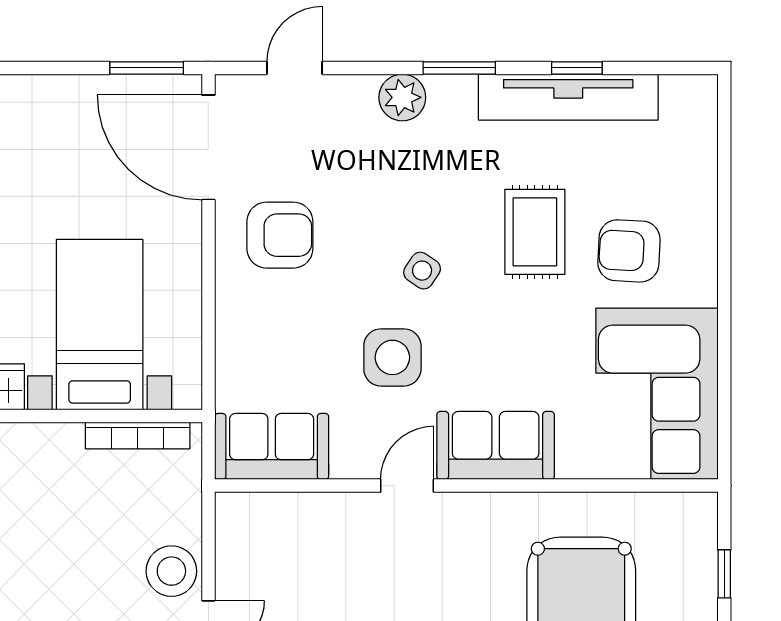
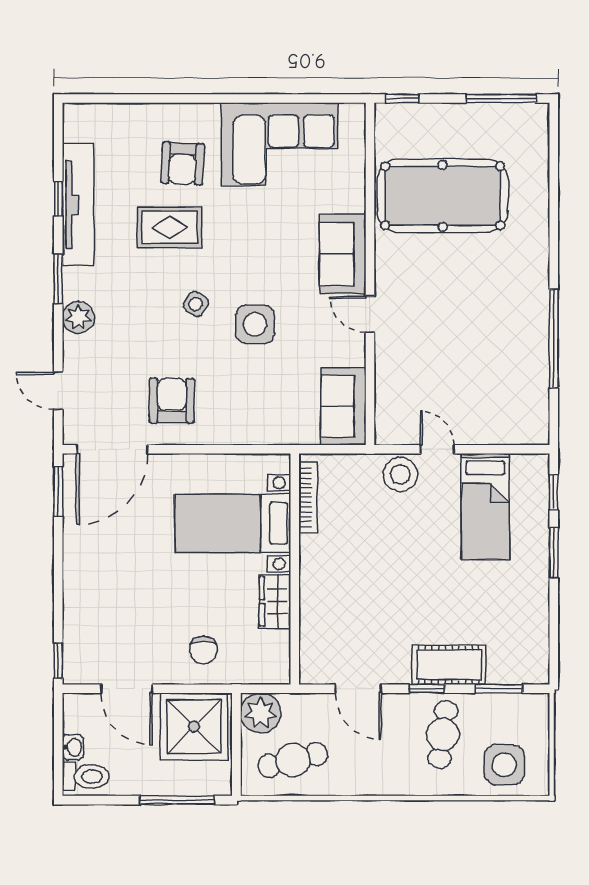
sofa: (496, 445) -> (343, 254), moved
sofa: (272, 446) -> (343, 406), moved
door: (407, 486) -> (370, 314), moved
wall: (466, 486) -> (370, 274), moved

